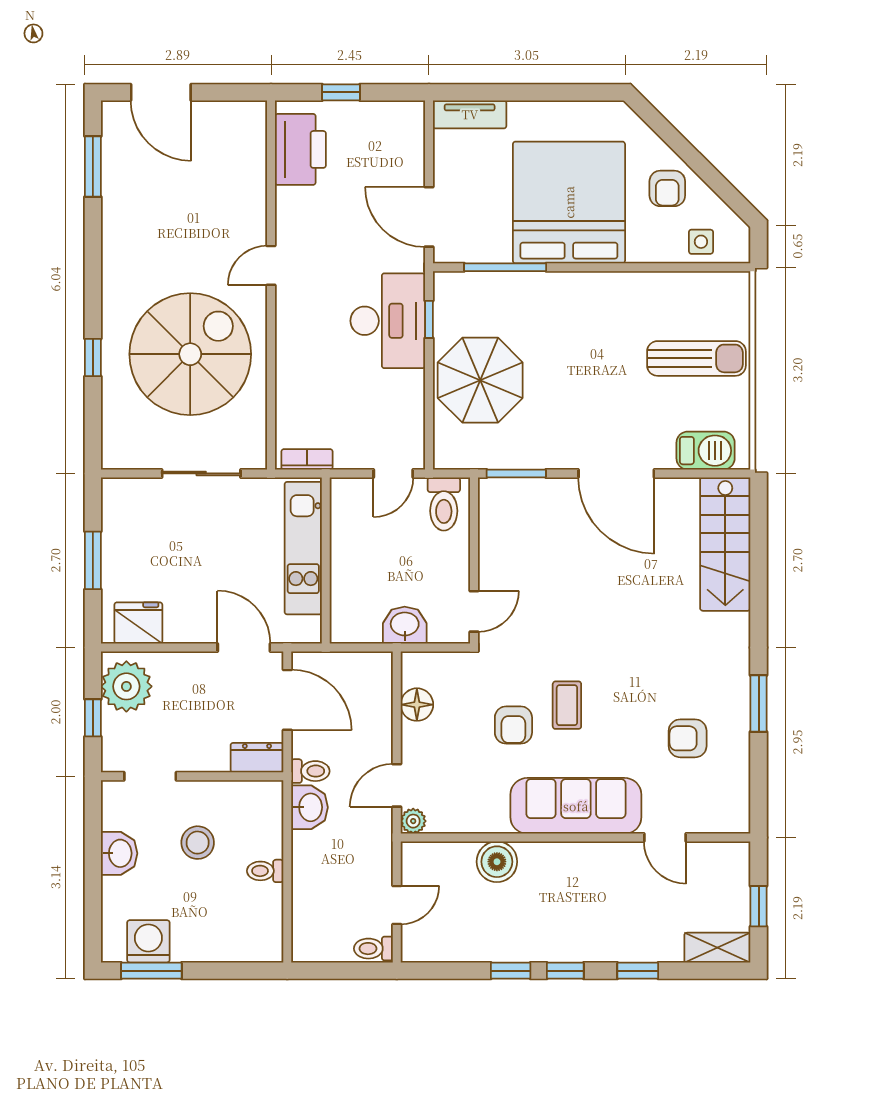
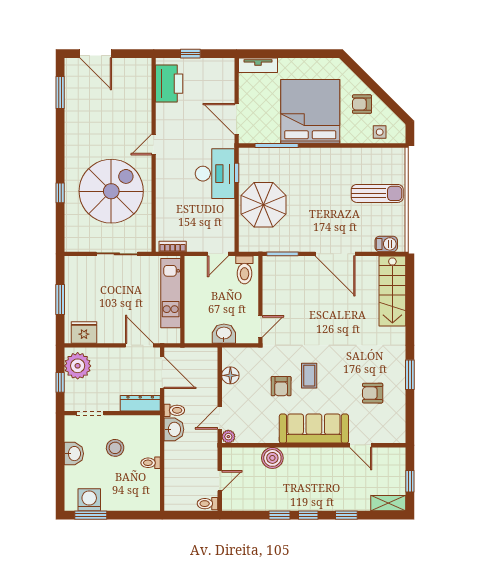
armchair: (667, 188) -> (362, 104), turned 90
barbecue: (706, 451) -> (386, 244), width x0.73, depth x0.79
dresser: (257, 758) -> (140, 403), width x1.44

